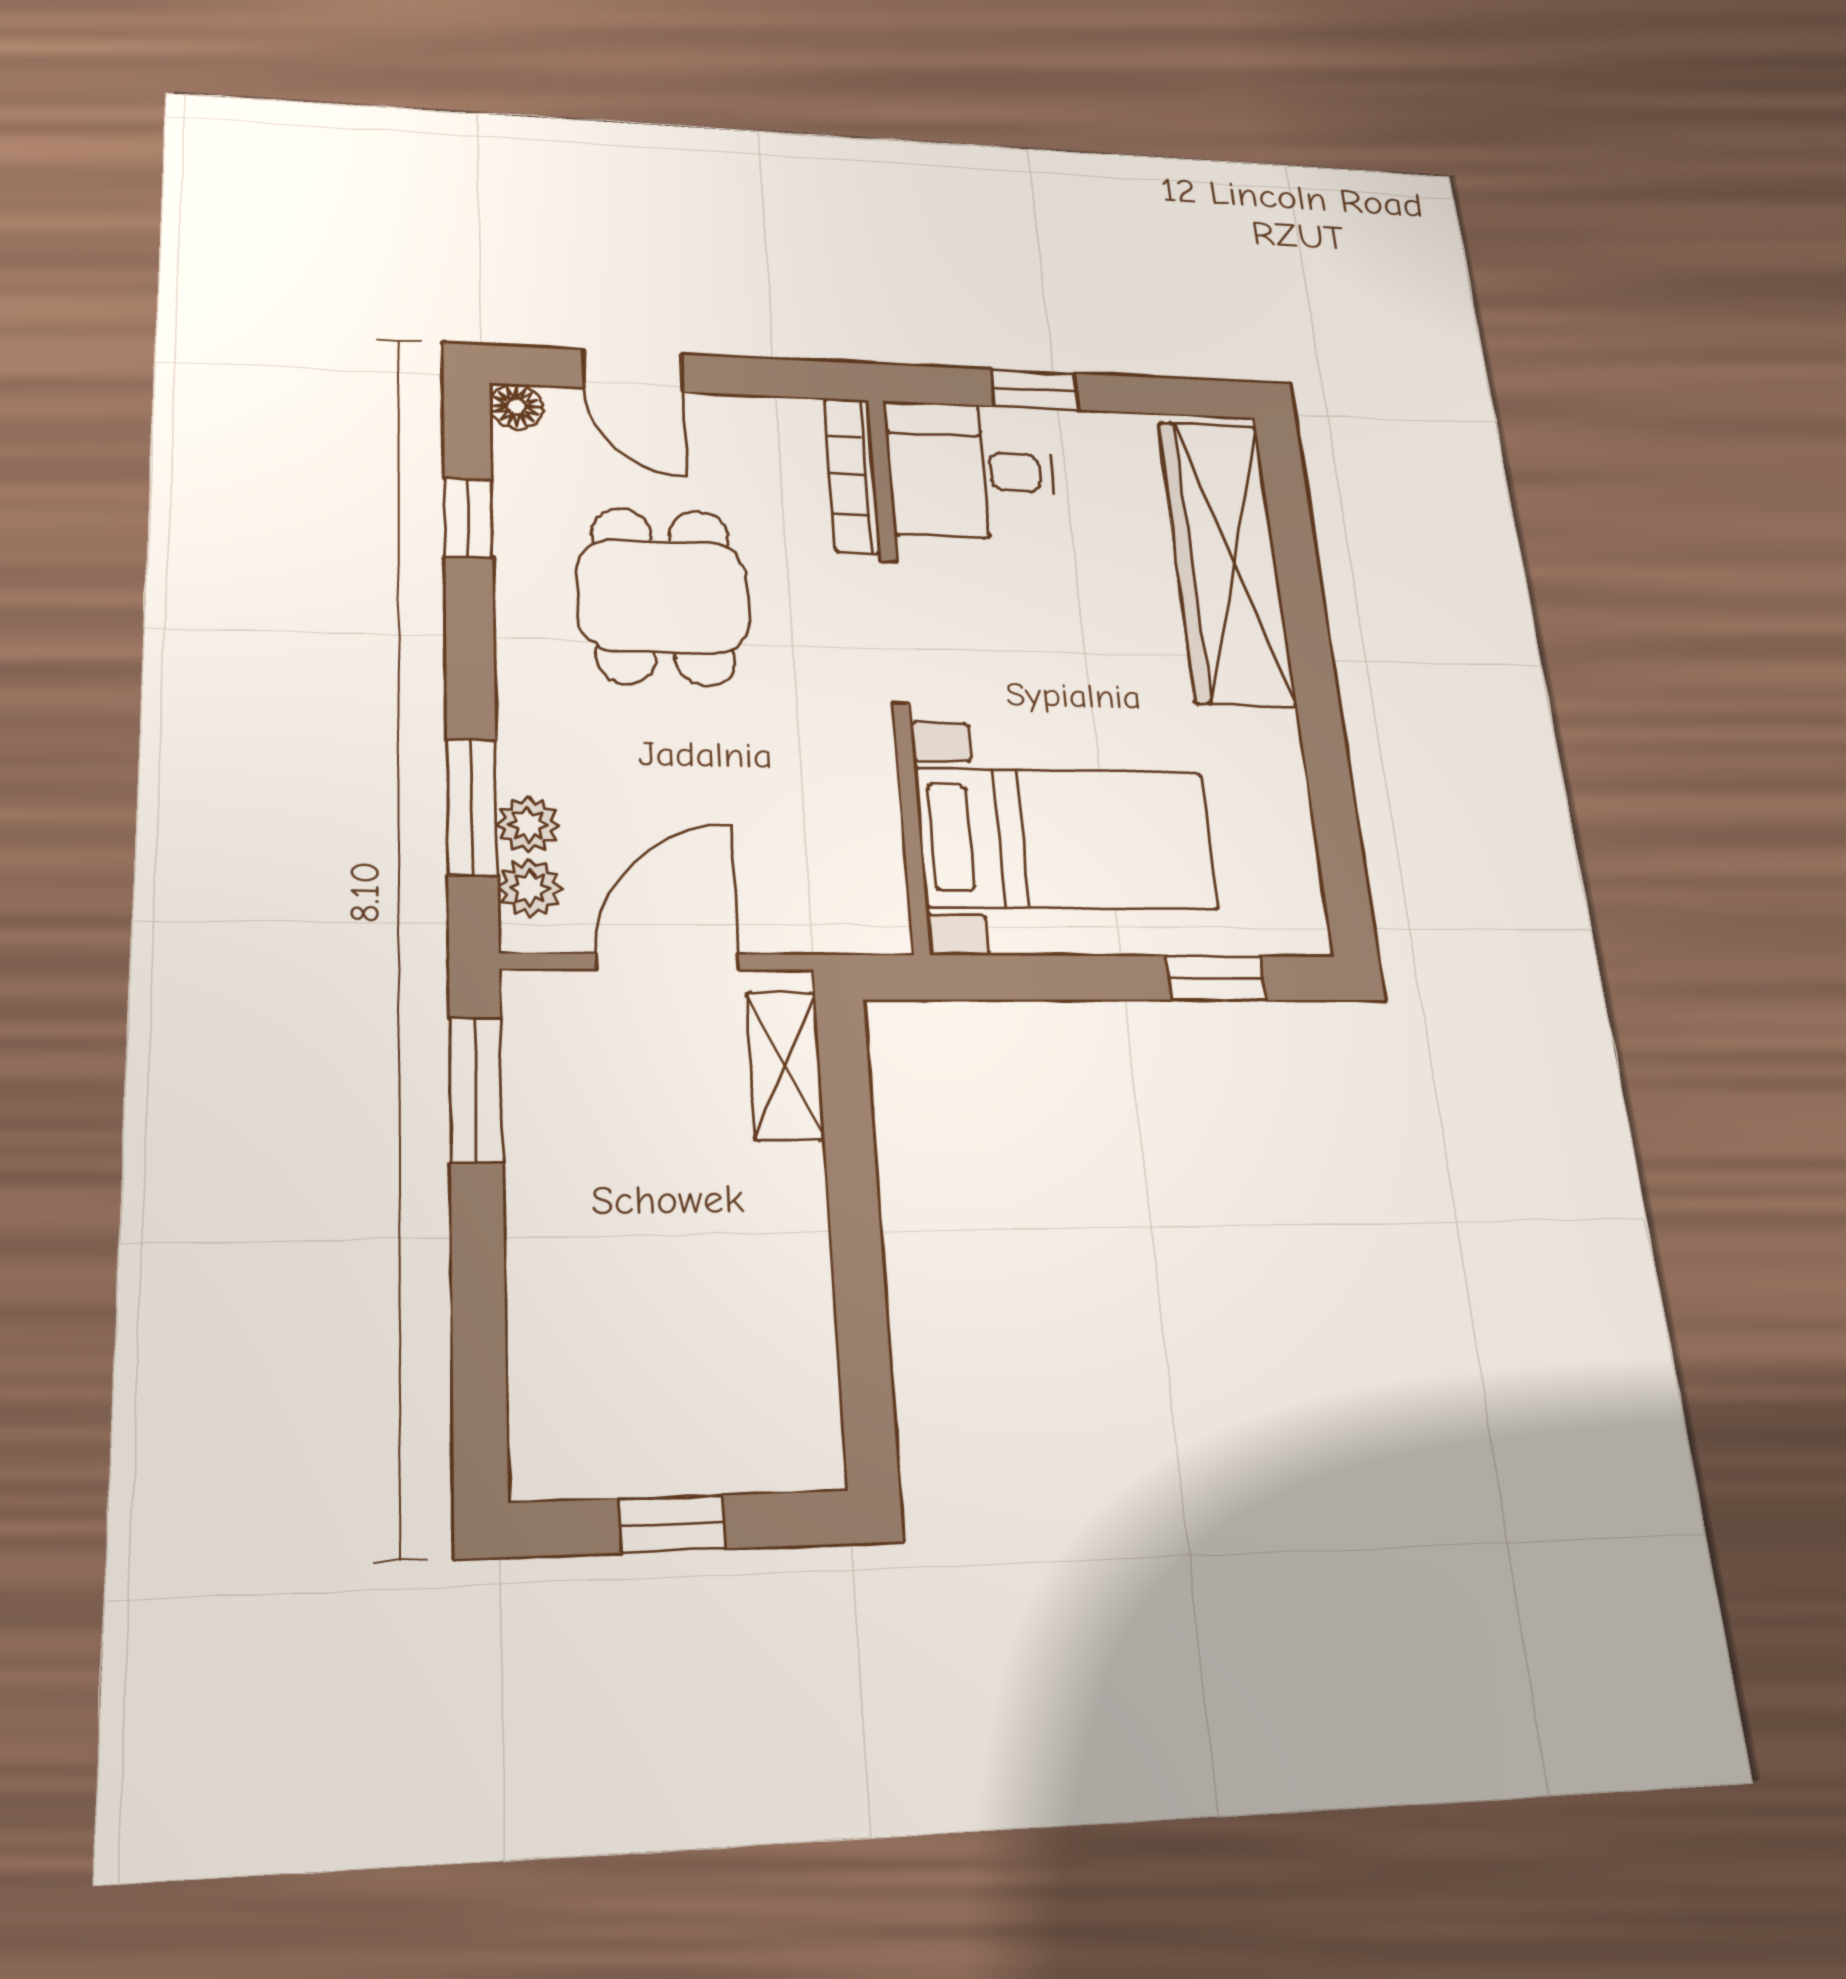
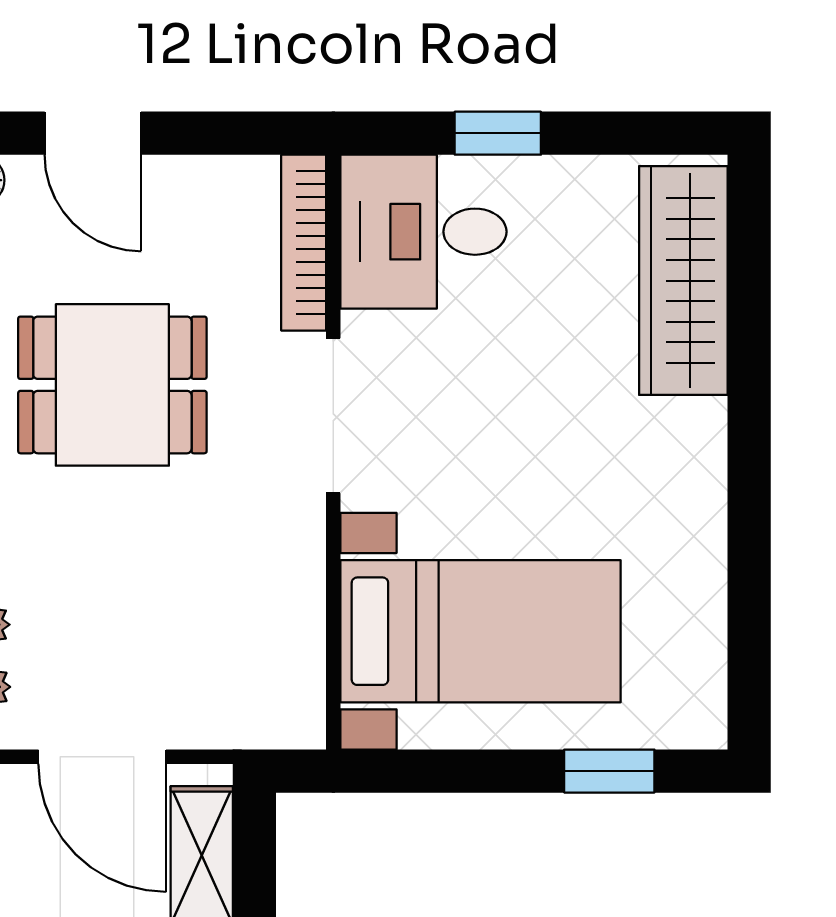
wardrobe: (1226, 562) -> (683, 281), width x0.71, depth x0.85
dining table: (663, 596) -> (112, 385), turned 90
door: (668, 962) -> (102, 757), swing flipped

